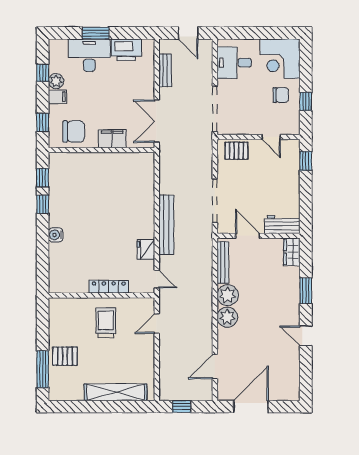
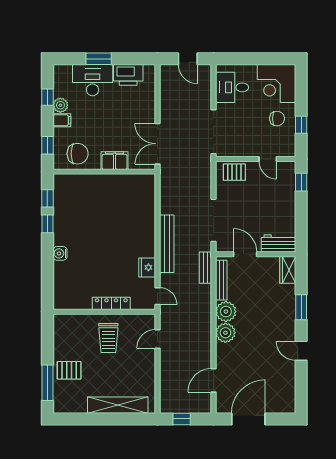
bench: (165, 70) -> (205, 268), moved
trolley: (106, 323) -> (108, 338), turned 180

